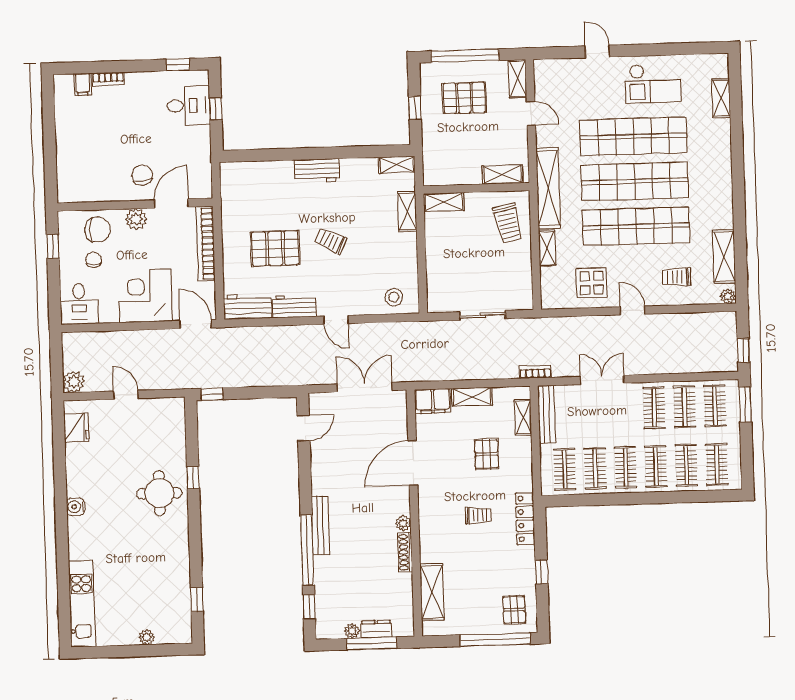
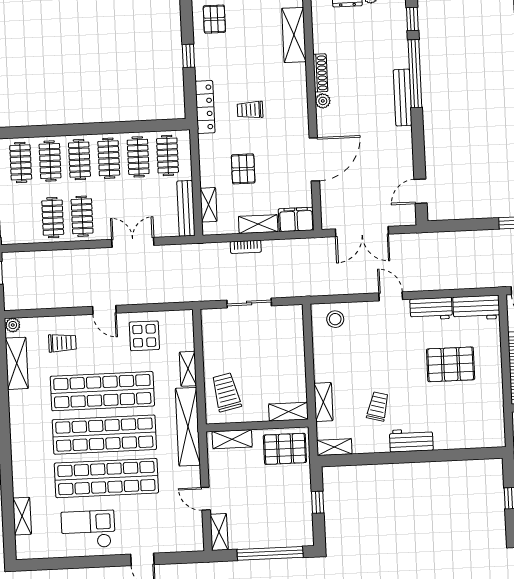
pallet: (464, 98) -> (285, 449), moved
trolley: (331, 241) -> (378, 406), moved, turned -101
bookcase: (535, 372) -> (246, 247), moved
double door: (602, 380) -> (133, 242), swing flipped
clothes rail: (715, 406) -> (23, 219), removed

